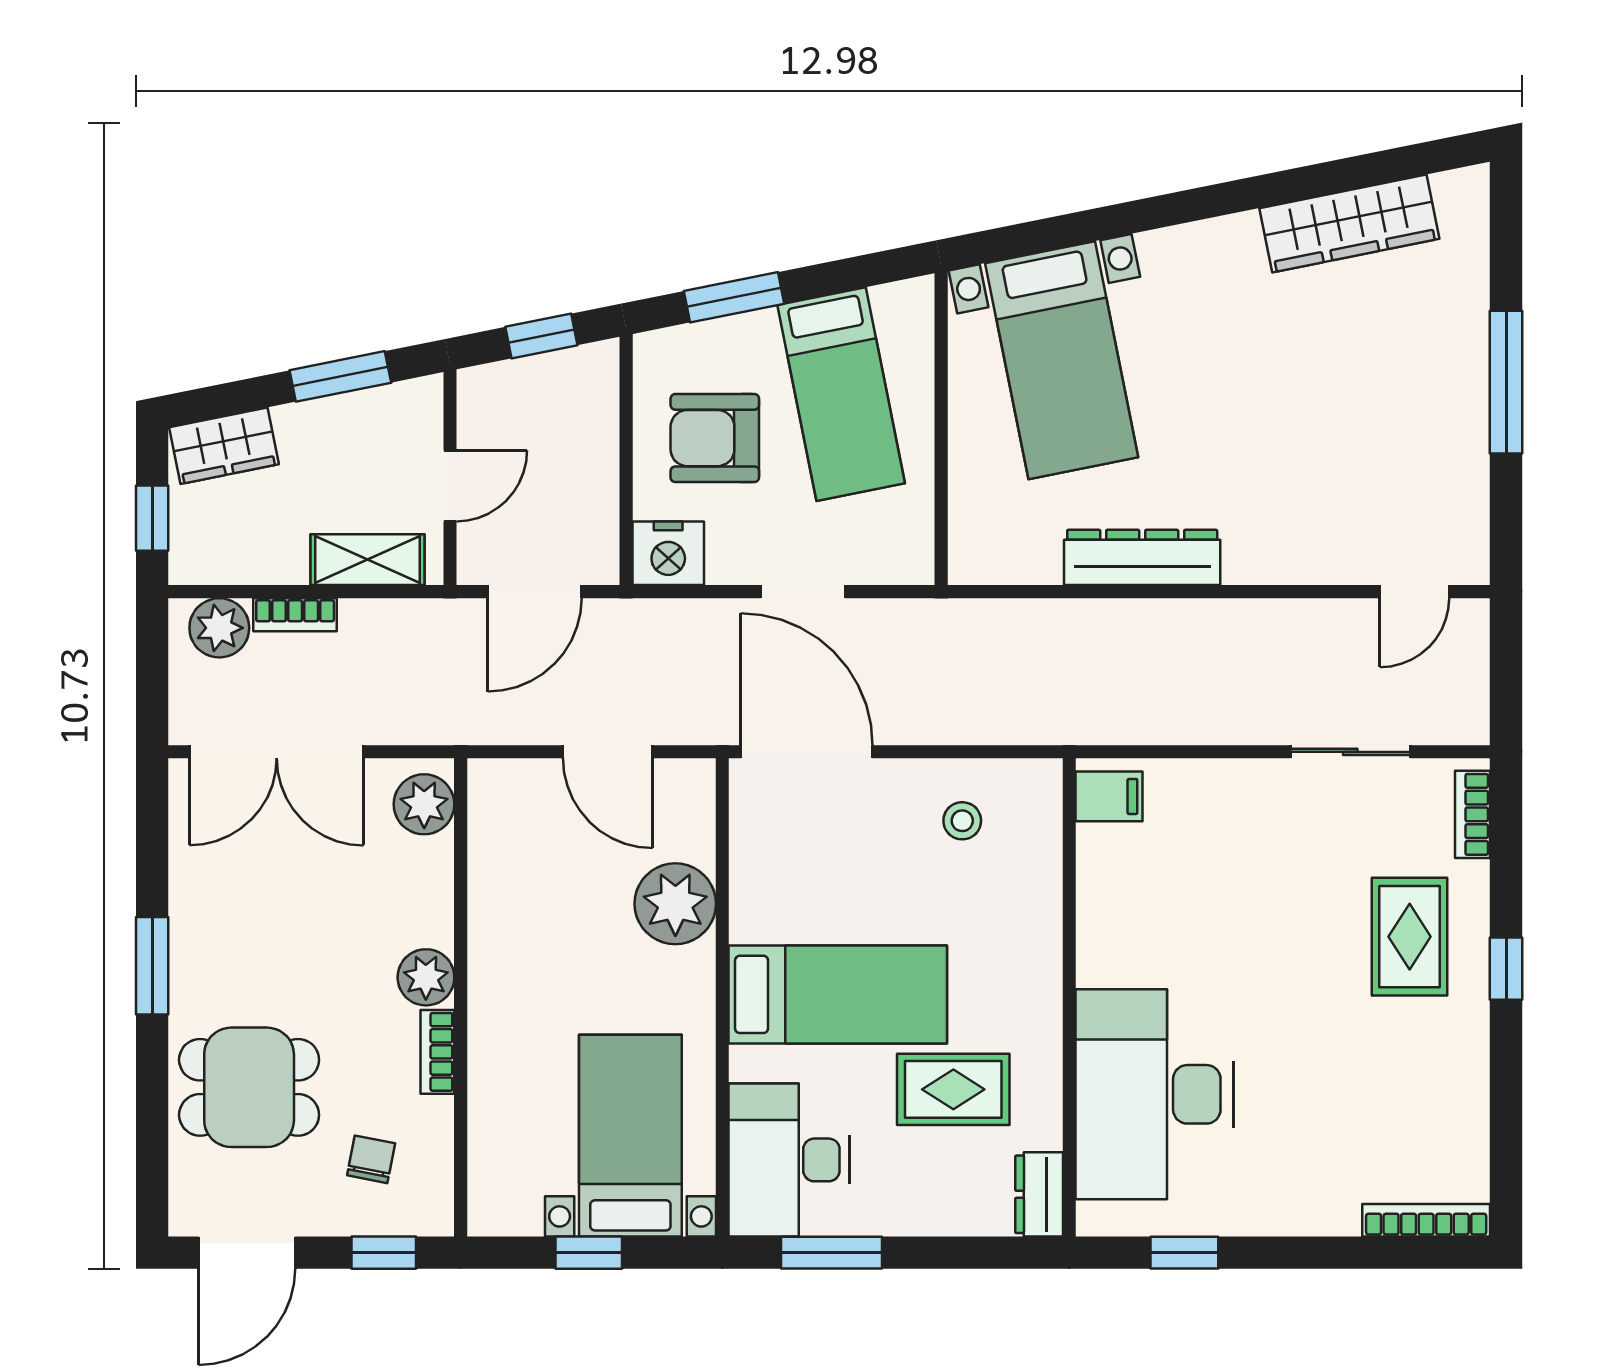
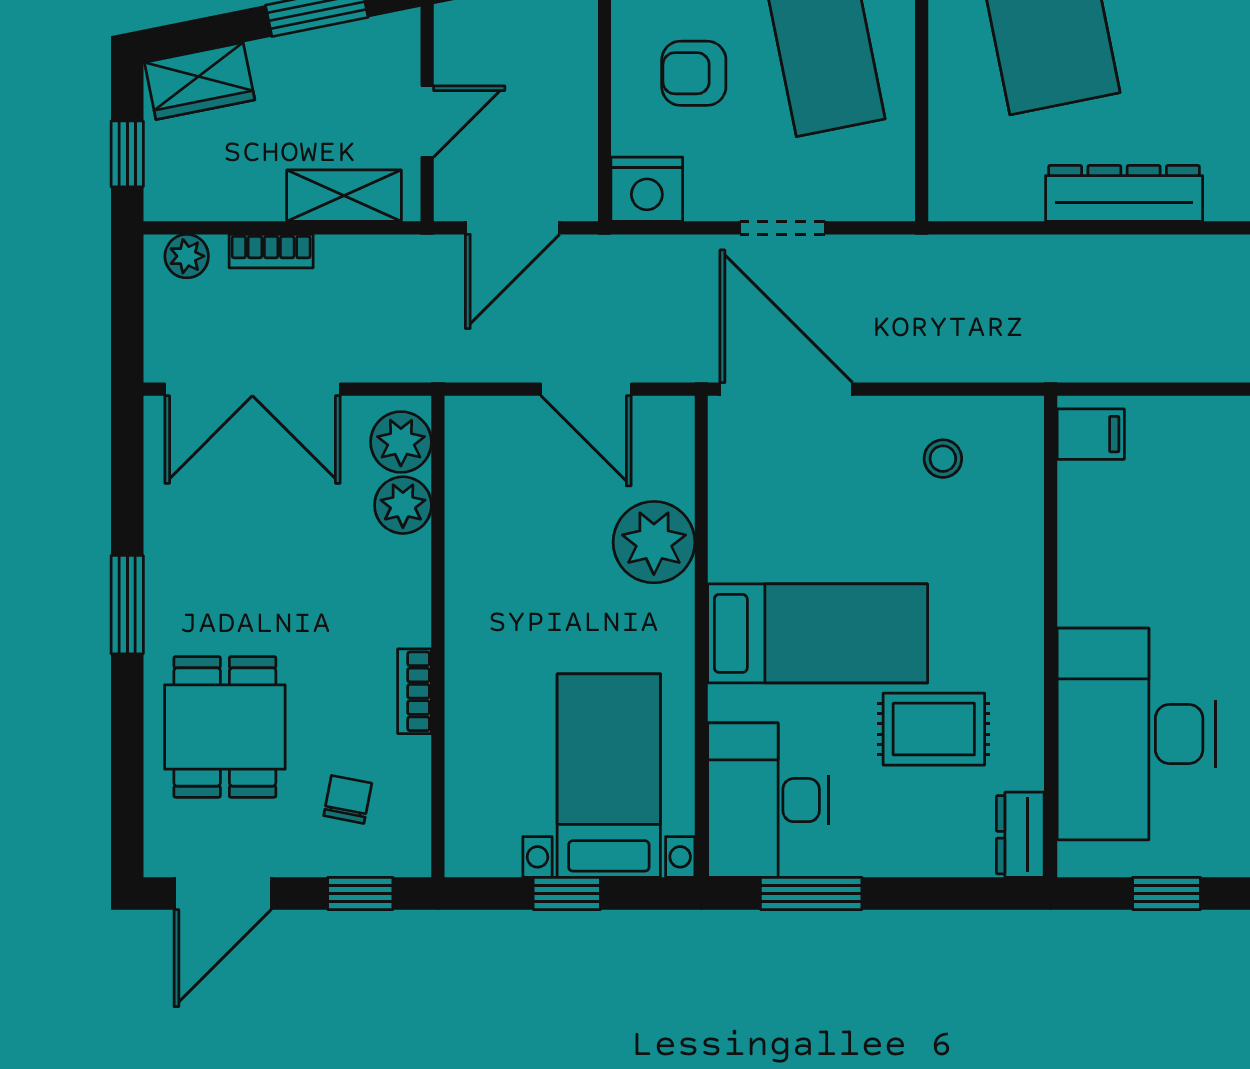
armchair: (715, 438) -> (694, 73), width x0.72, depth x0.72
plant: (219, 628) -> (187, 256), width x0.73, depth x0.73
plant: (426, 977) -> (403, 505), moved
dining table: (249, 1087) -> (225, 727), turned 90

